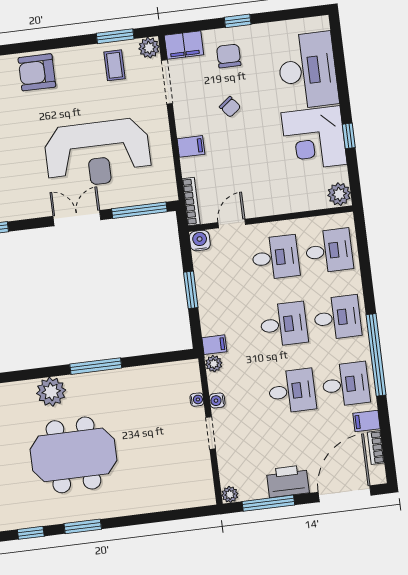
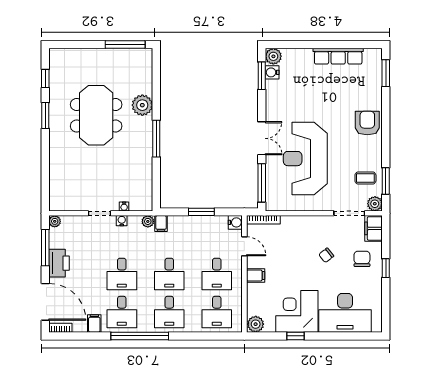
chair: (229, 56) -> (362, 259), turned -90
filing cabinet: (191, 146) -> (256, 276), moved, turned -90
bookcase: (376, 447) -> (60, 328), moved

